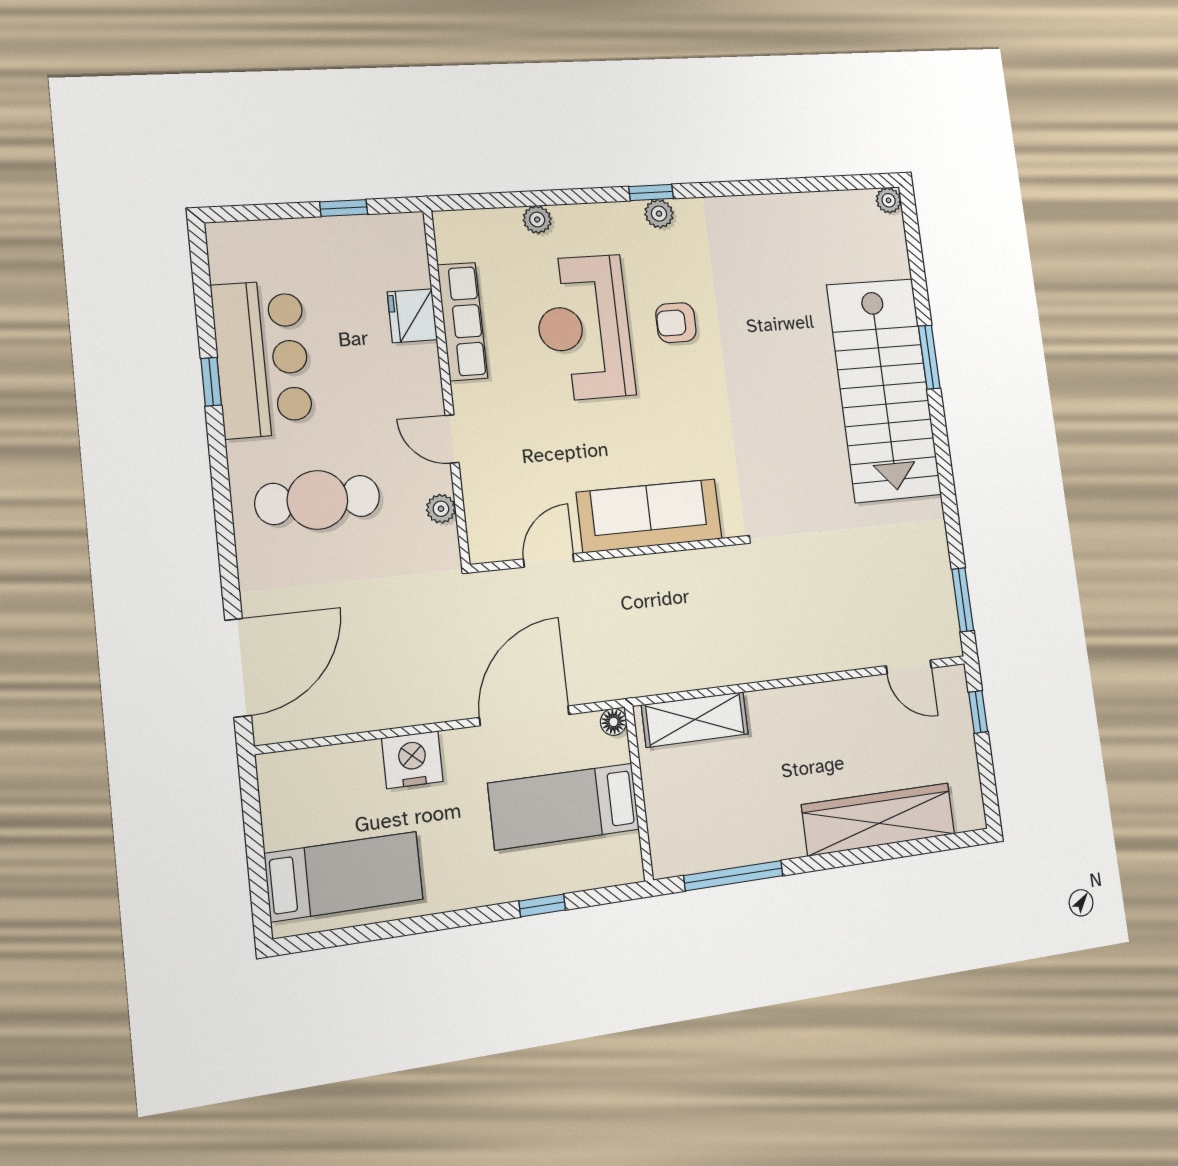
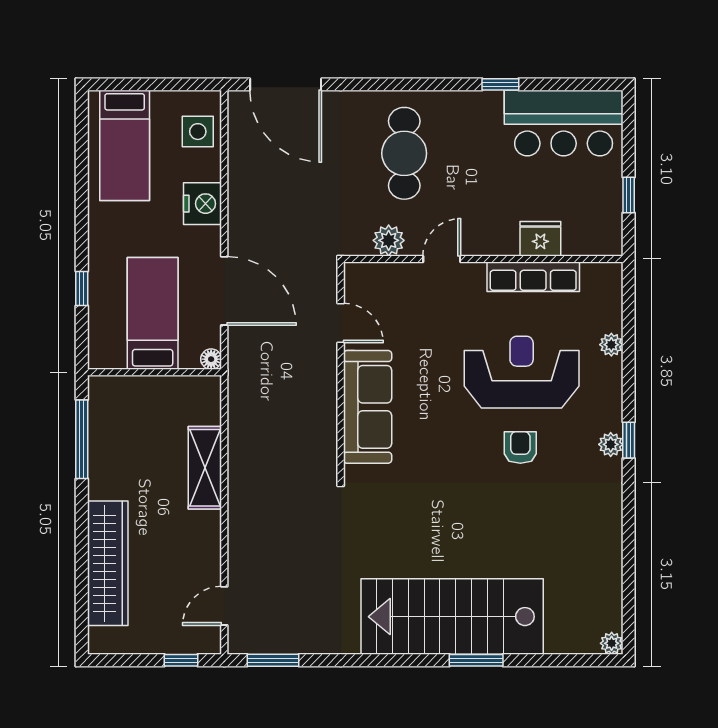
bar counter: (262, 359) -> (564, 123), moved
plant: (441, 509) -> (389, 240), width x1.38, depth x1.38
shelving: (695, 719) -> (205, 468), moved
side table: (315, 779) -> (198, 132), added

